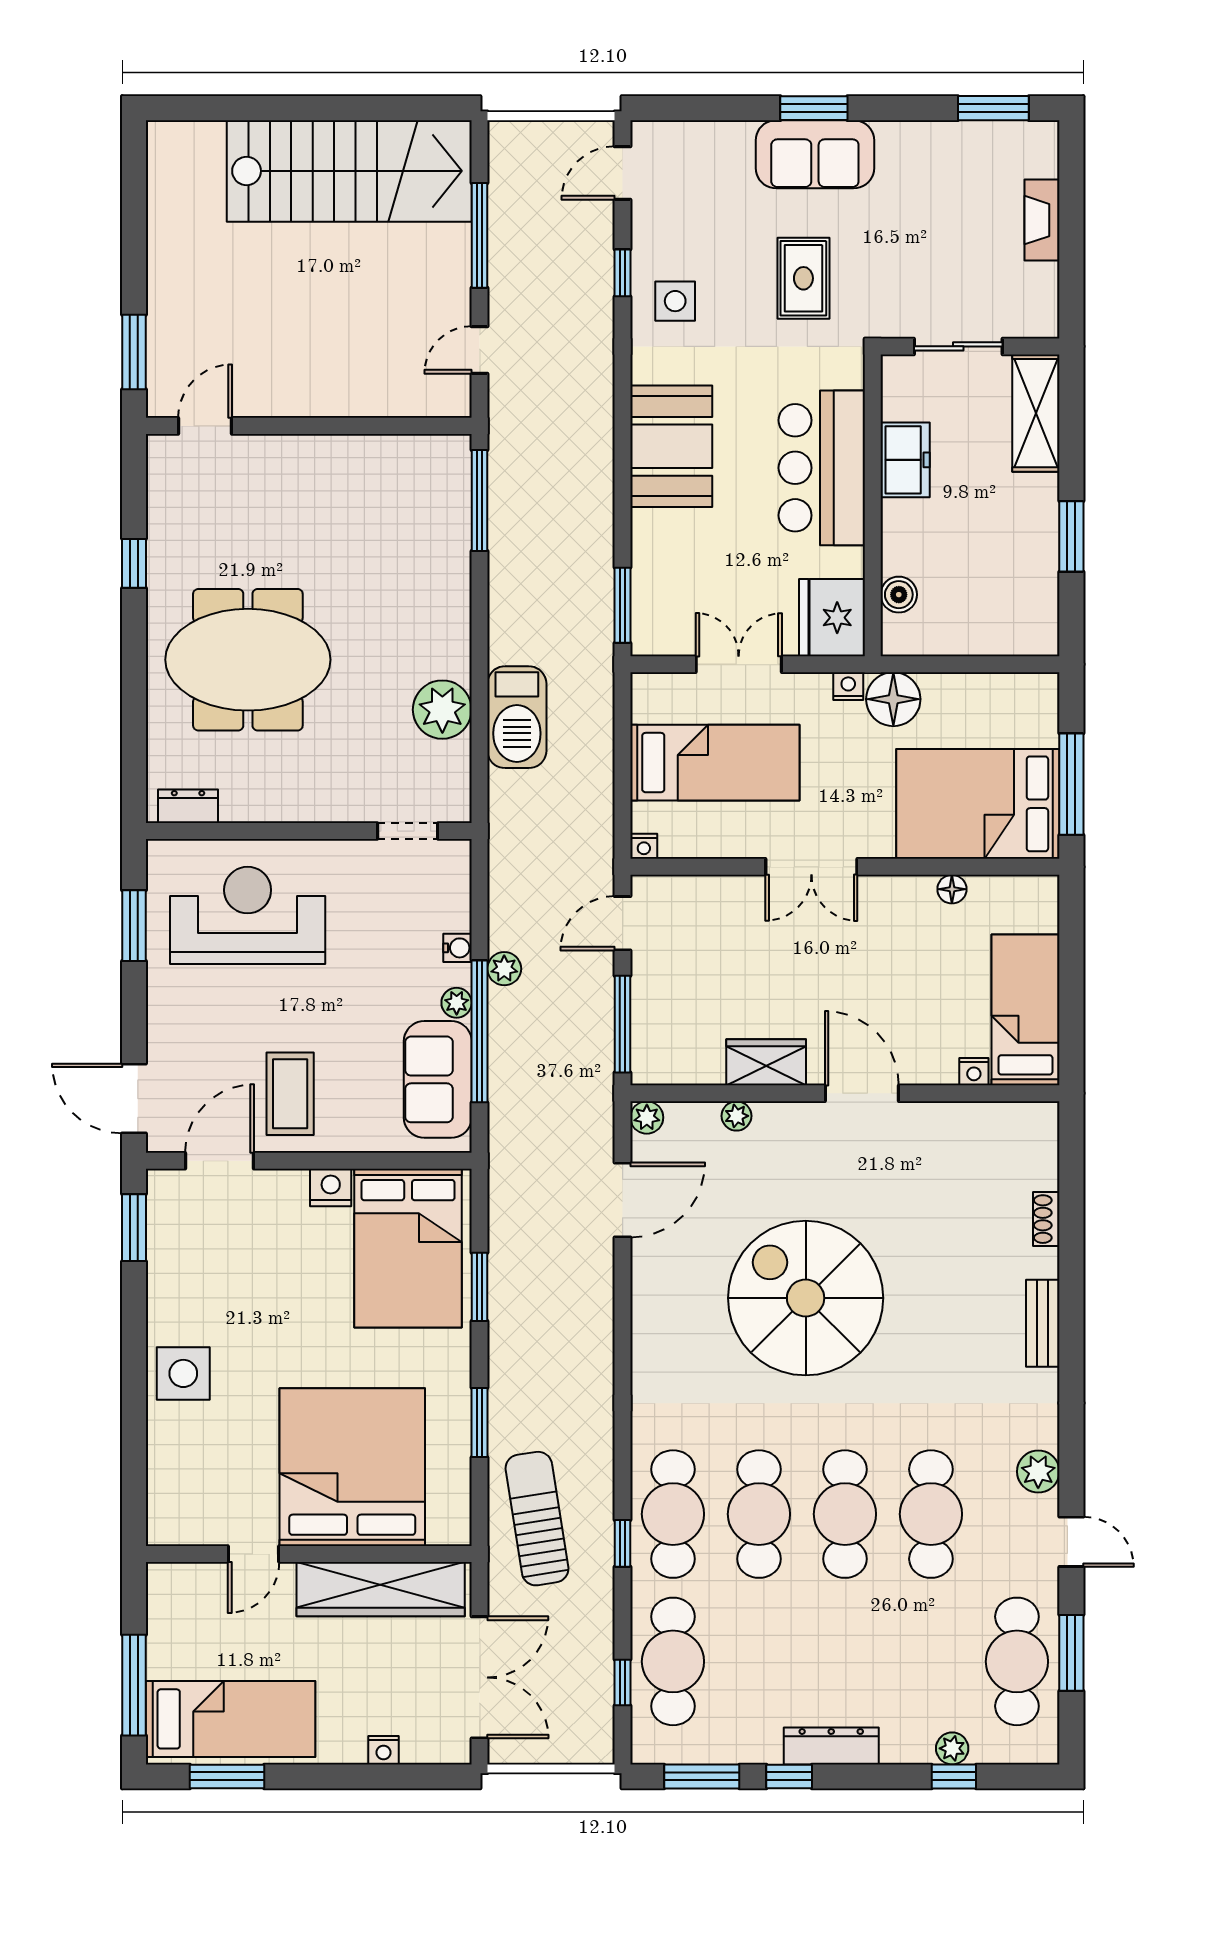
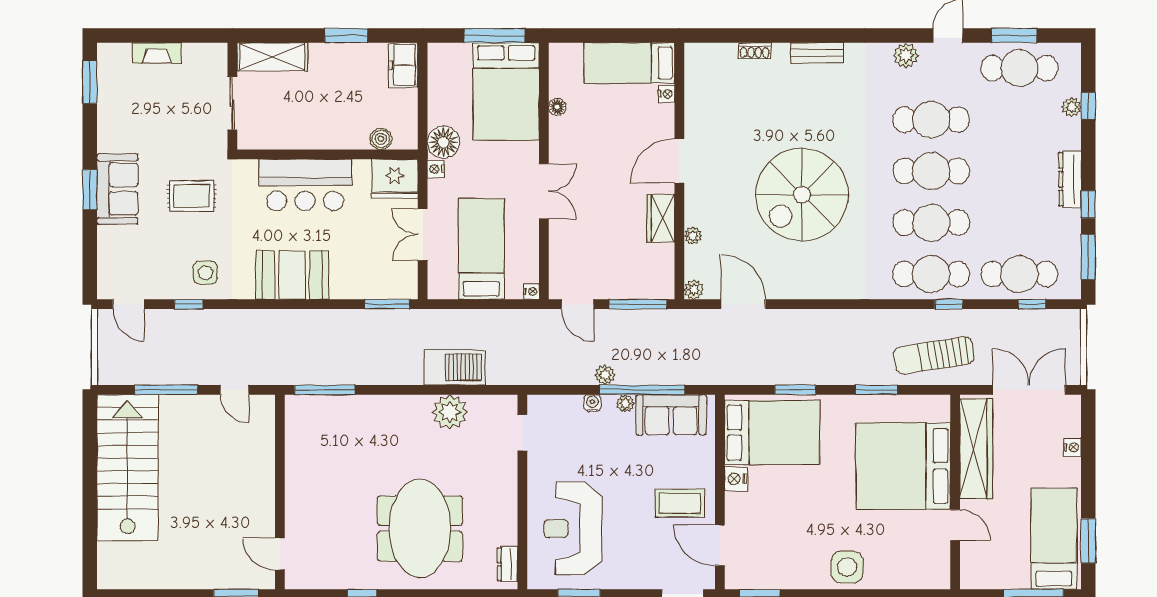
freezer: (905, 460) -> (403, 65), moved, turned -90

